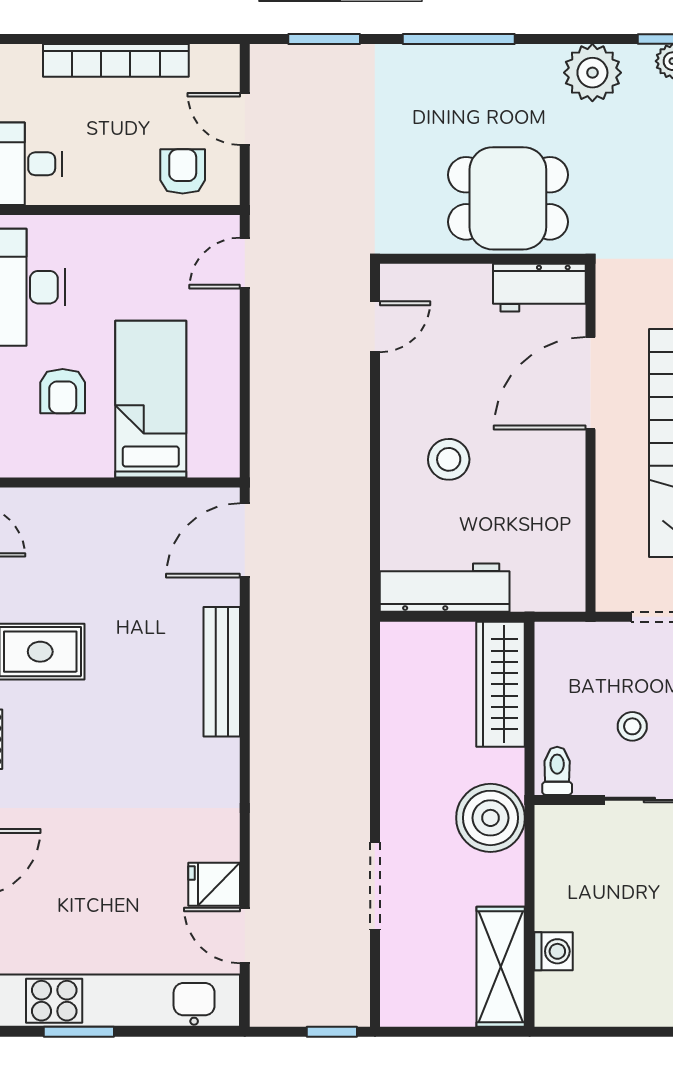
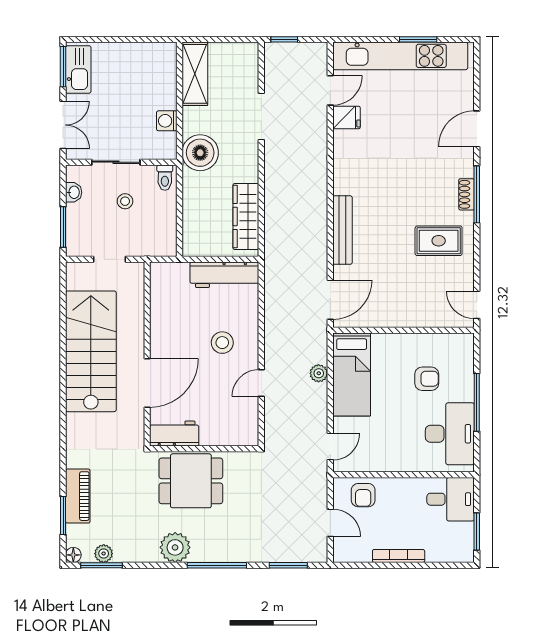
bookcase: (116, 60) -> (399, 556), width x0.68, depth x0.76
plant: (592, 73) -> (175, 547), moved
door: (375, 327) -> (261, 383), moved
armchair: (63, 391) -> (427, 379), turned 90
bed: (151, 399) -> (352, 374), moved
plant: (267, 401) -> (319, 373), added
wardrobe: (500, 684) -> (246, 216), moved, turned 180
door: (245, 936) -> (330, 90), hinge flipped
washing machine: (554, 951) -> (167, 121), moved

